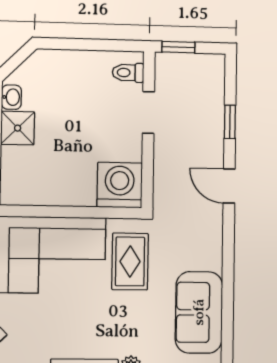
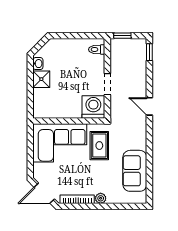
doorway: (148, 112) -> (107, 84), moved
window: (230, 122) -> (149, 52), moved

